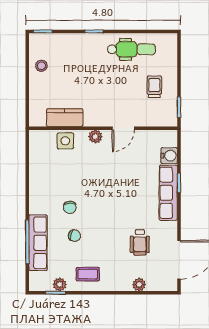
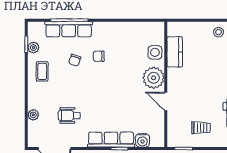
plant: (95, 137) -> (154, 78), width x1.87, depth x1.87

